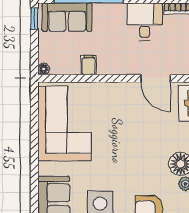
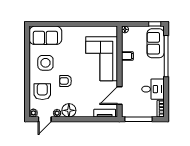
corner sofa: (64, 124) -> (102, 59), moved, turned 90
armchair: (131, 169) -> (66, 81), added

